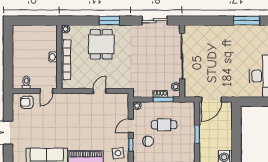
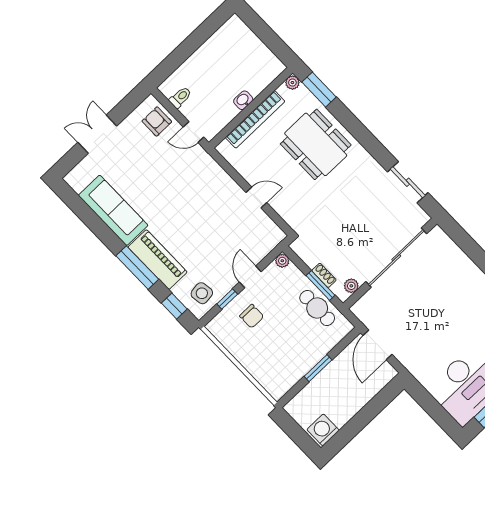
window: (109, 21) -> (319, 90), moved
dining table: (101, 44) -> (316, 144), width x1.38
door: (211, 100) -> (378, 345), hinge flipped
cafe table: (164, 125) -> (317, 308), moved
door: (131, 126) -> (250, 277), hinge flipped

